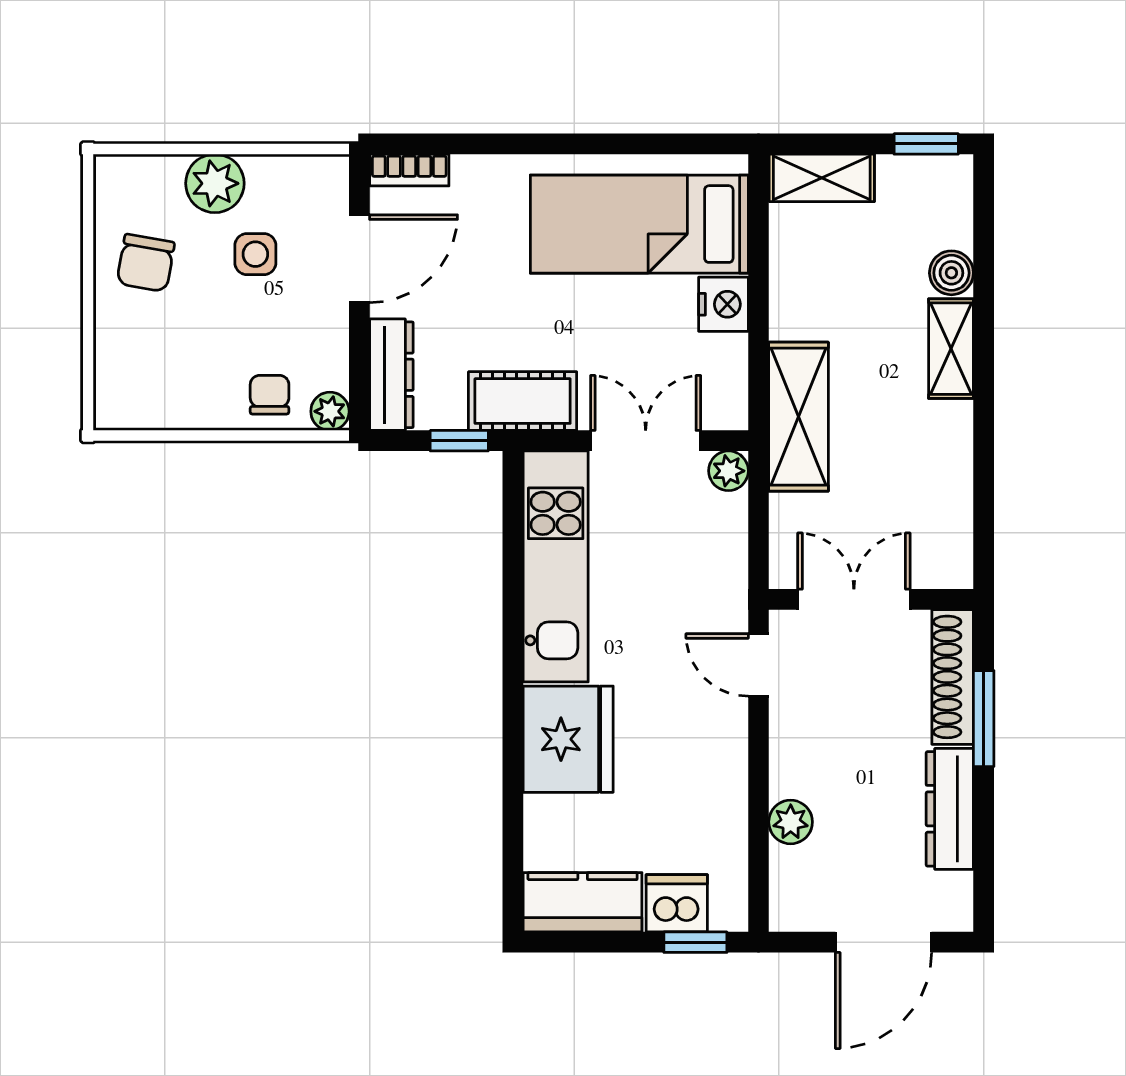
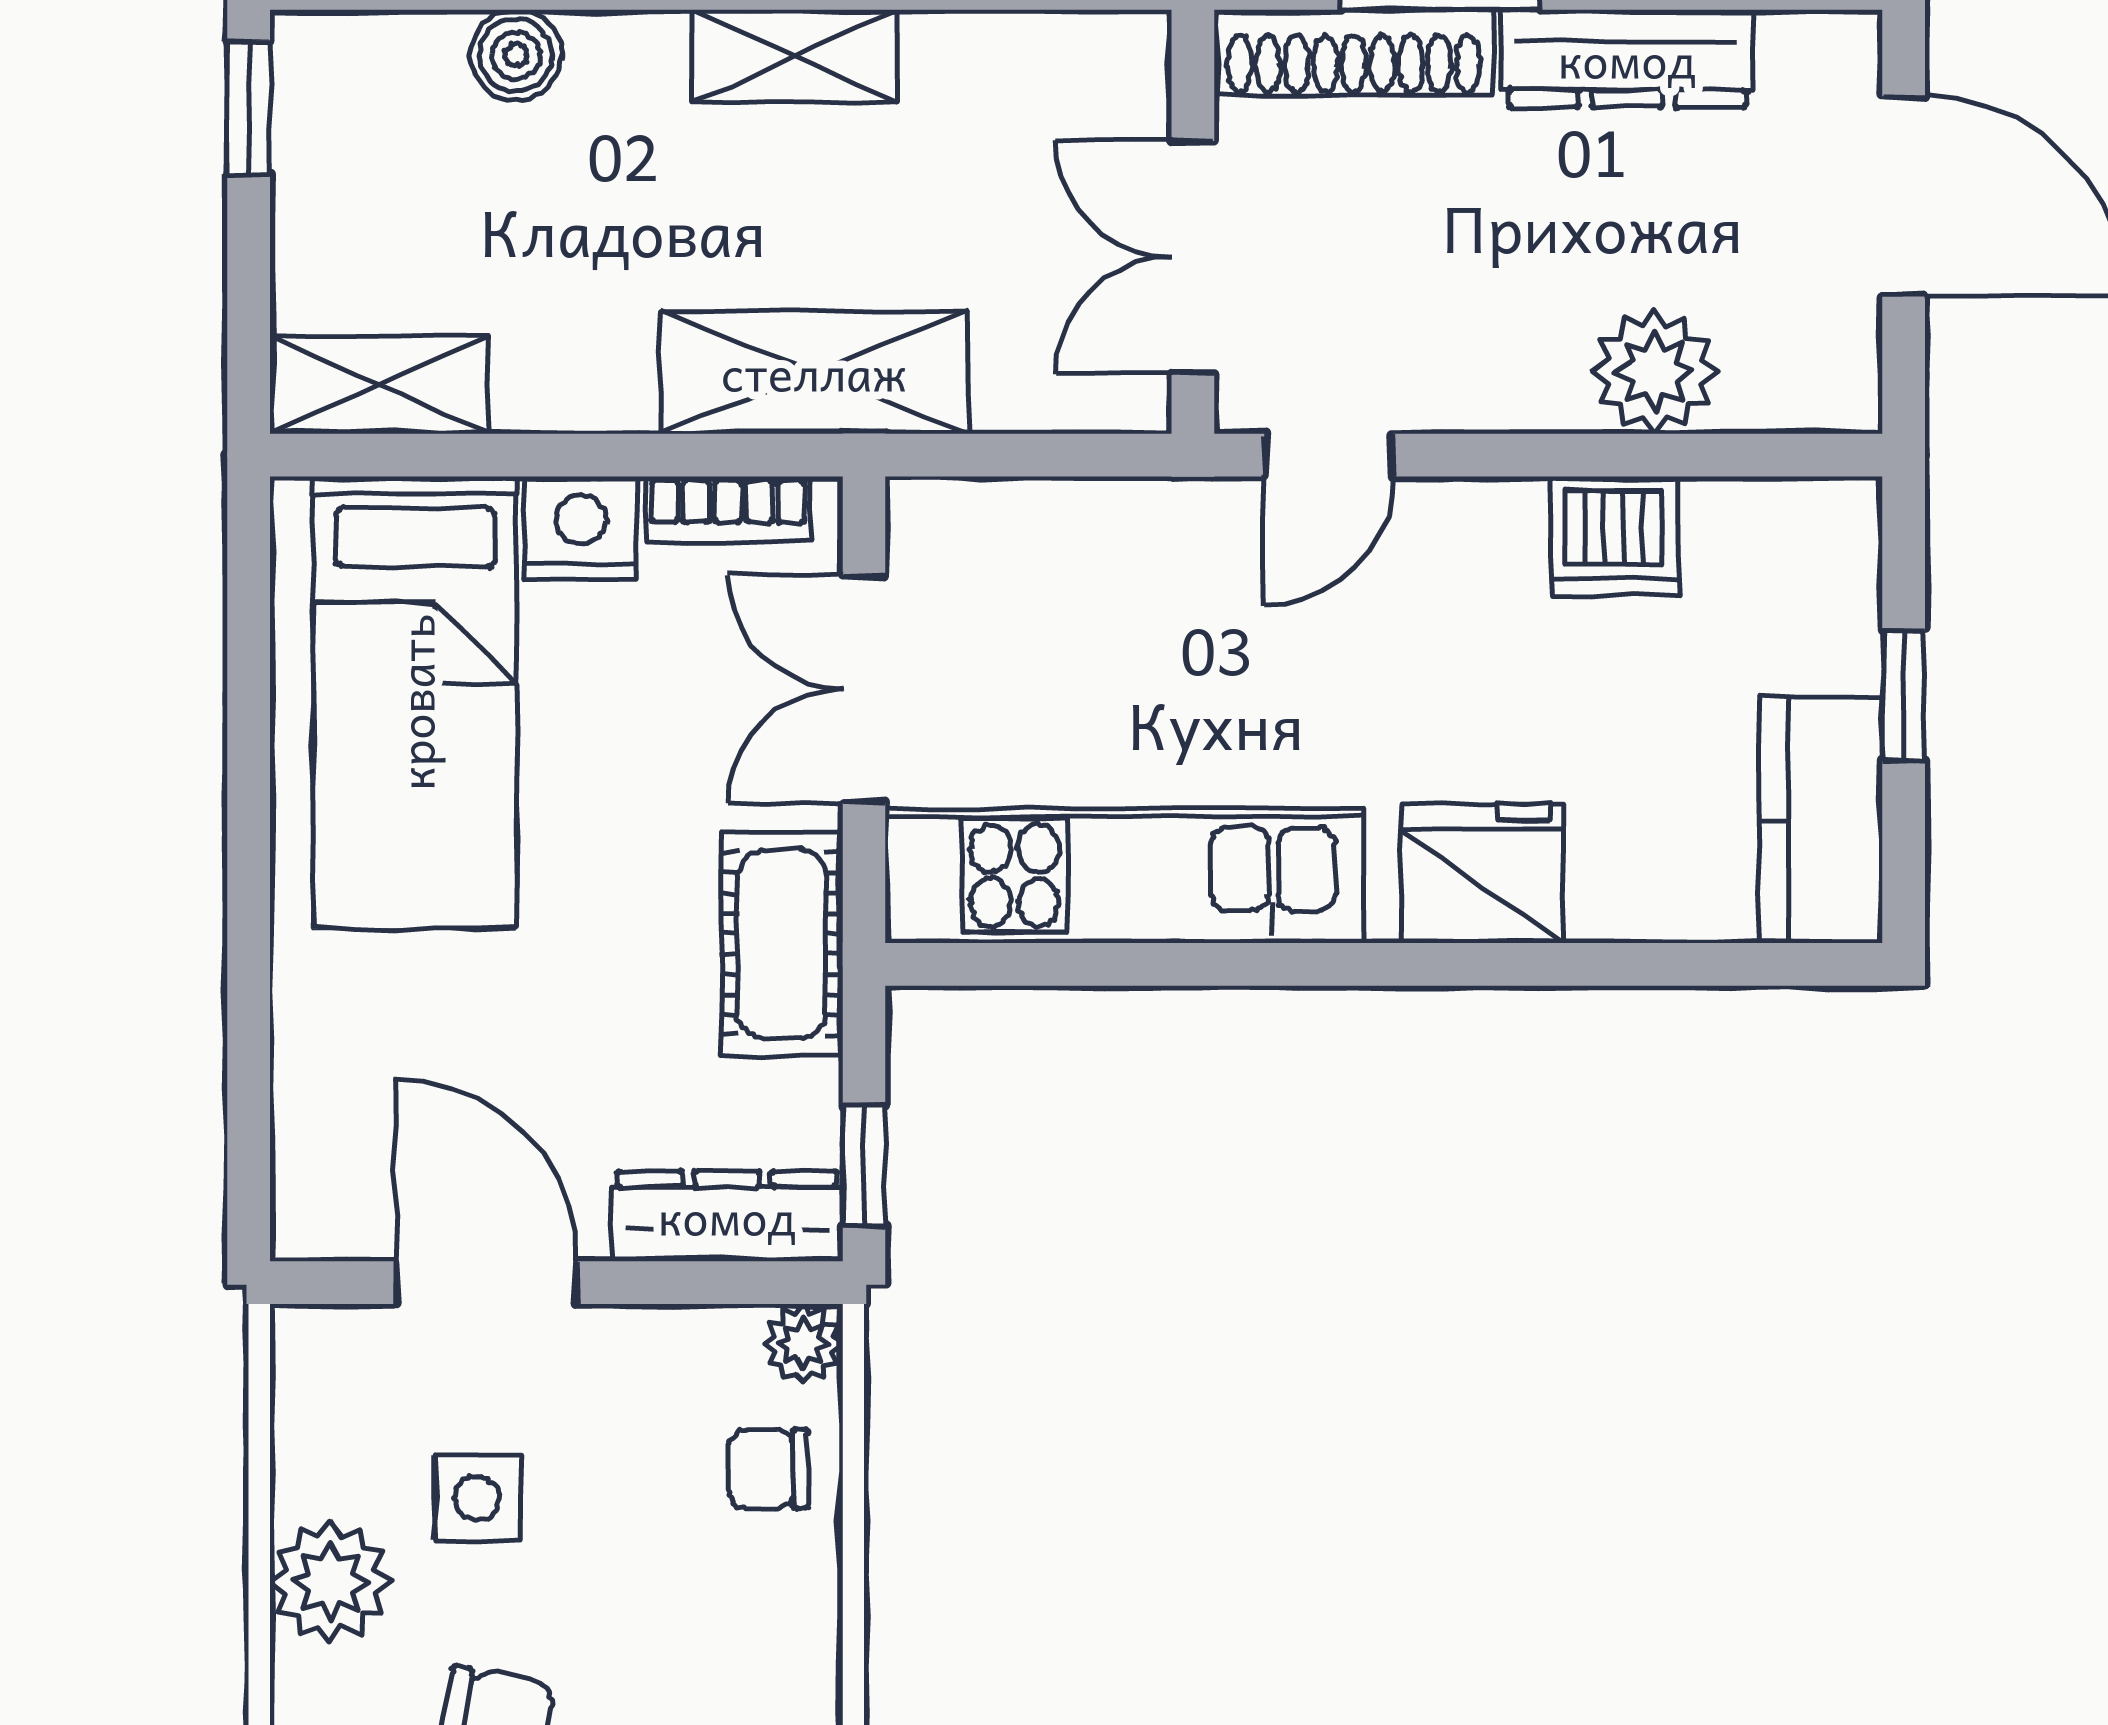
bookcase: (409, 170) -> (728, 509), moved, turned 90
shelving: (822, 178) -> (379, 385), moved, turned 90
shelving: (951, 349) -> (794, 56), moved
window: (459, 441) -> (864, 1165), moved
plant: (728, 471) -> (926, 517), removed
fridge: (568, 739) -> (1483, 873), width x0.73, depth x0.75
plant: (791, 822) -> (1654, 372), width x1.38, depth x1.38
dishwasher: (677, 903) -> (1614, 536), moved, turned -90
window: (695, 942) -> (1904, 695), moved

